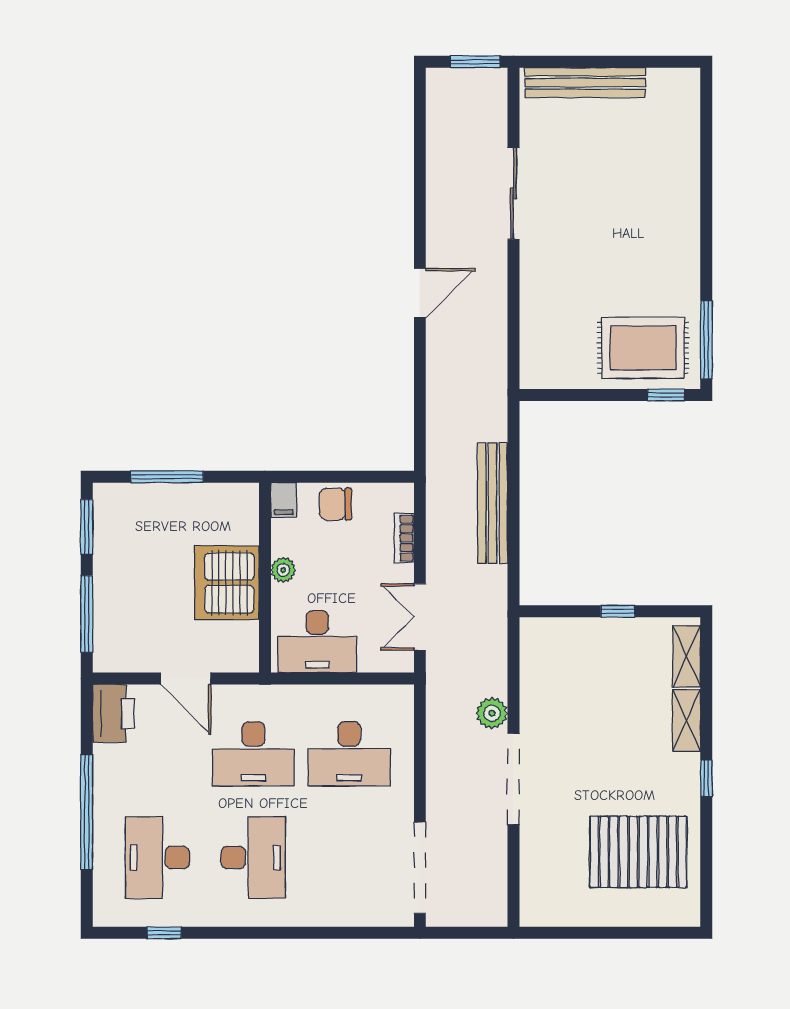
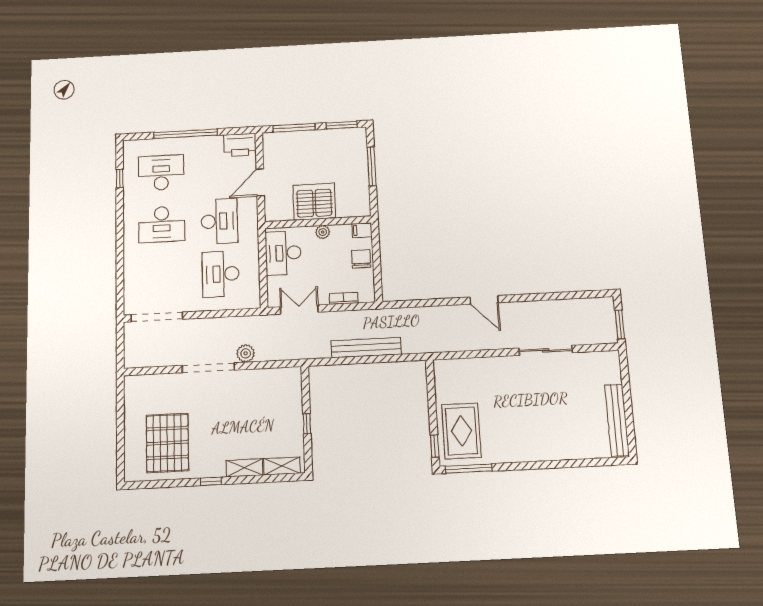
bench: (585, 83) -> (617, 420), moved
desk: (253, 754) -> (219, 221), turned 180

